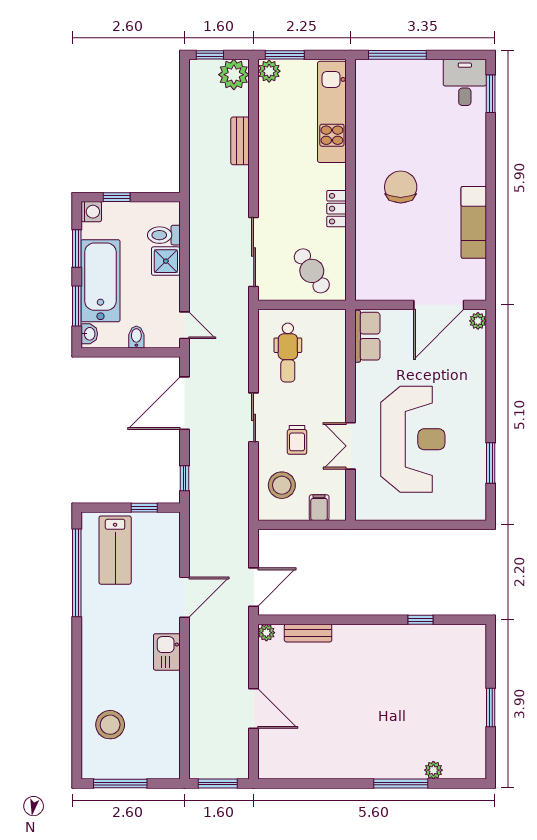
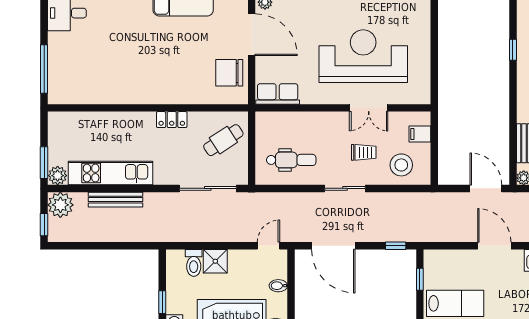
kitchen unit: (332, 112) -> (110, 173), moved, turned 180
bench: (240, 141) -> (115, 200), width x1.36
chair: (401, 187) -> (229, 73), moved

